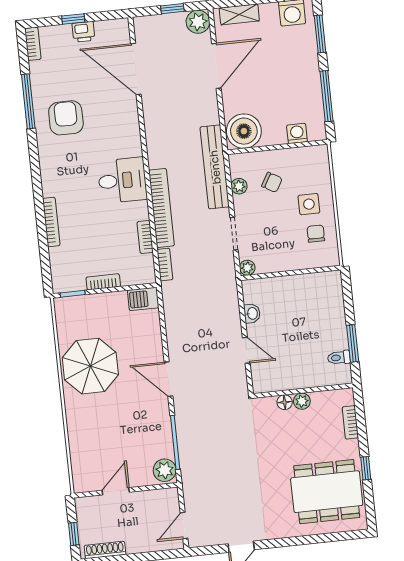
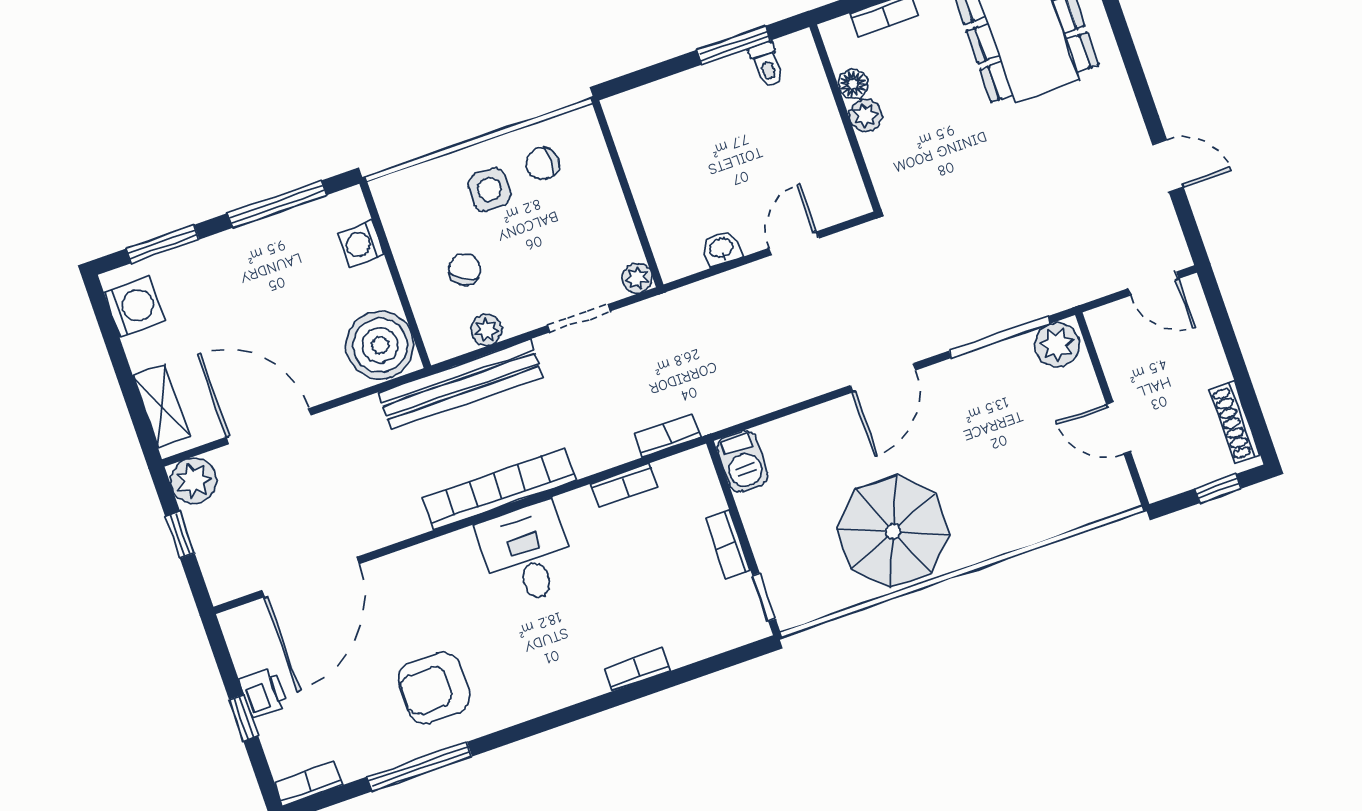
bookcase: (161, 208) -> (499, 489), moved
bookcase: (51, 222) -> (638, 669), width x0.64
floor lamp: (285, 402) -> (853, 84), moved

